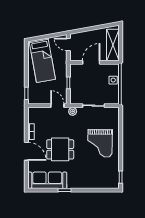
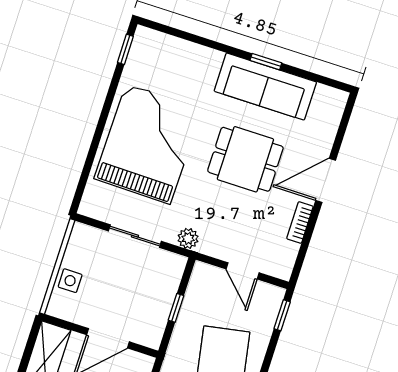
door: (57, 106) -> (243, 271), moved
grand piano: (100, 143) -> (148, 144), width x1.37, depth x1.48
door: (26, 151) -> (326, 180), hinge flipped
sofa: (47, 180) -> (265, 87), moved

